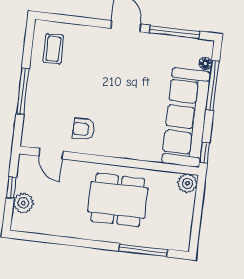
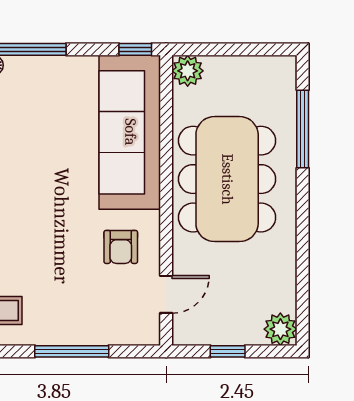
sofa: (186, 117) -> (130, 132), moved, turned 90
dining table: (118, 200) -> (227, 179), width x1.36, depth x1.24
plant: (23, 203) -> (280, 329), moved

